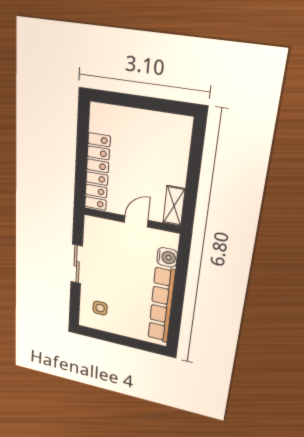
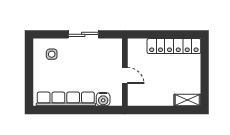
locker: (97, 172) -> (174, 46), moved
shelving: (174, 206) -> (187, 100), moved

